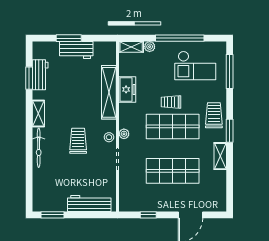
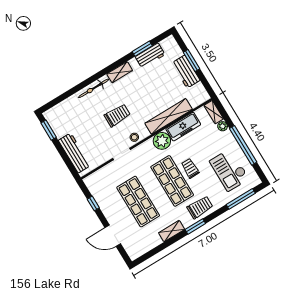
freezer: (127, 89) -> (183, 127), width x1.40
plant: (124, 134) -> (162, 141), moved, width x1.88, depth x1.88

